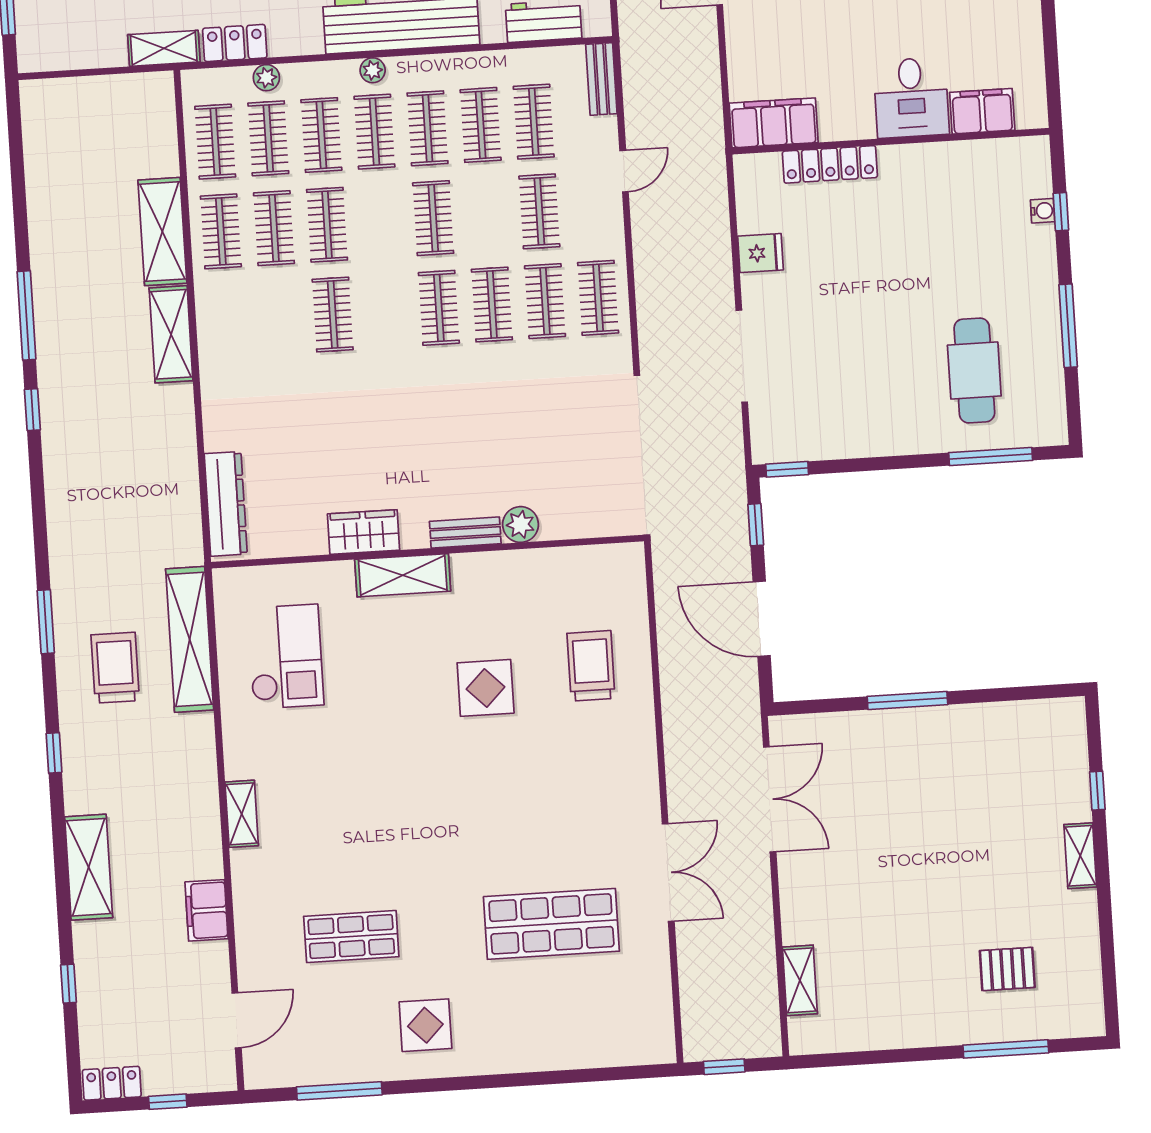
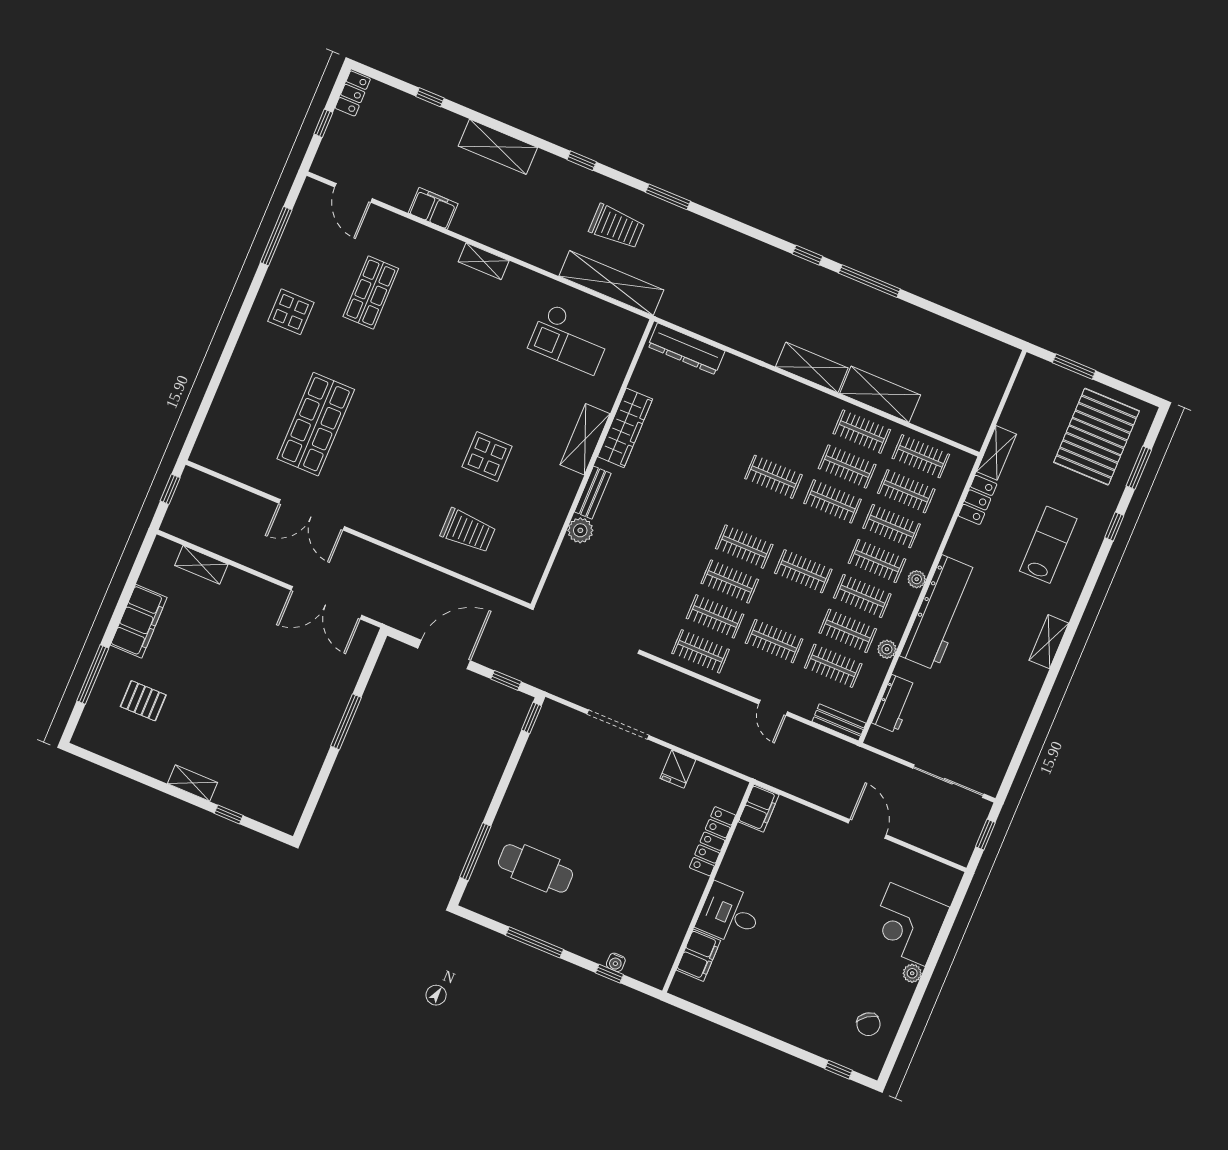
plant: (266, 78) -> (887, 649), moved
filing cabinet: (774, 123) -> (759, 808), width x0.67, depth x0.86
wardrobe: (363, 532) -> (625, 428), width x1.50
pallet: (1007, 969) -> (143, 701), turned 90
filing cabinet: (910, 1024) -> (139, 621), added

